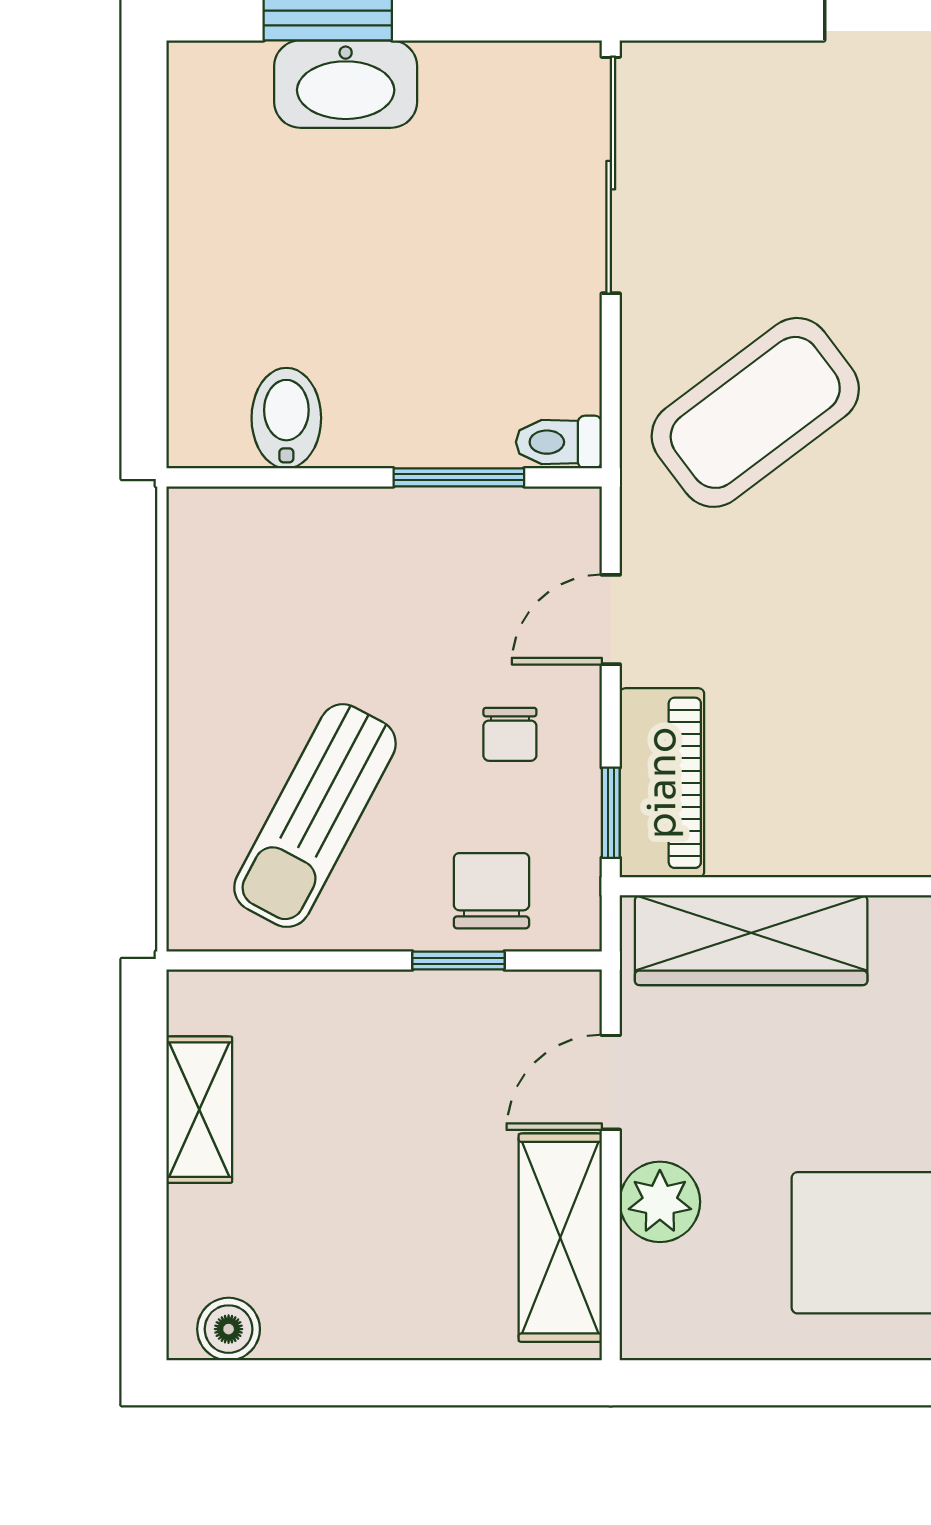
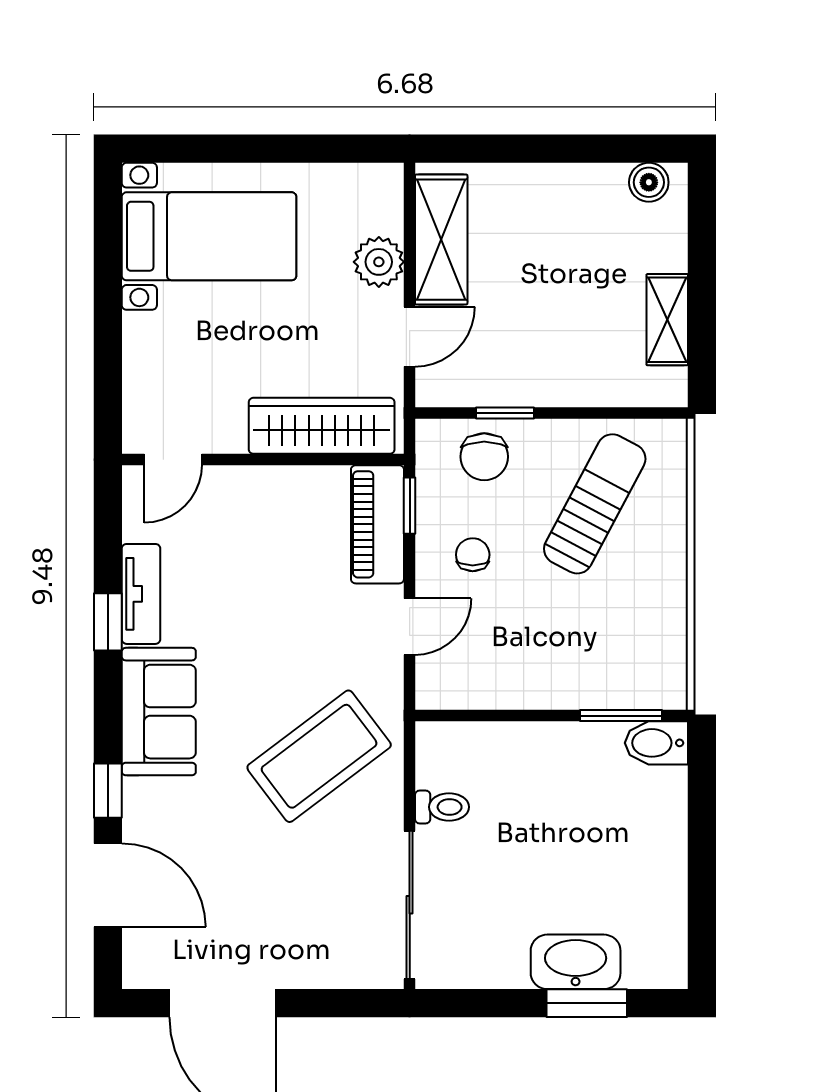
bidet: (286, 418) -> (656, 743), moved, turned 90
toilet: (559, 442) -> (442, 807), moved
window: (459, 477) -> (621, 716), moved

